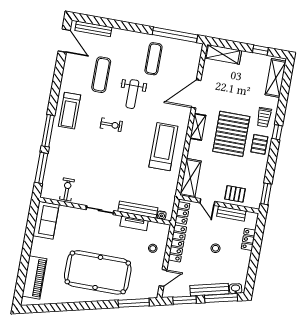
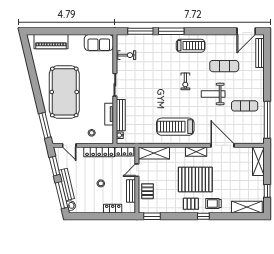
treadmill: (69, 111) -> (191, 46), turned 180
treadmill: (163, 147) -> (175, 127), turned 180

